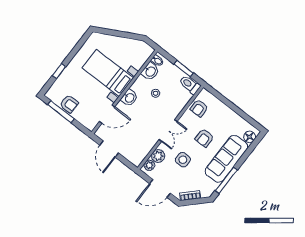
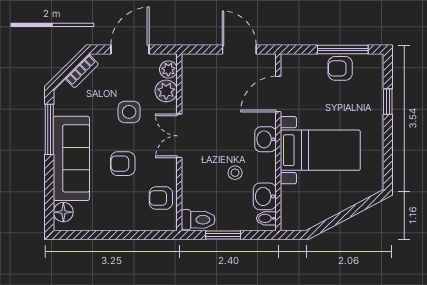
armchair: (199, 108) -> (161, 198), turned -90
armchair: (204, 138) -> (123, 164), turned -90

